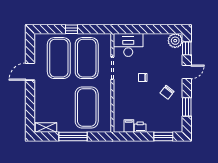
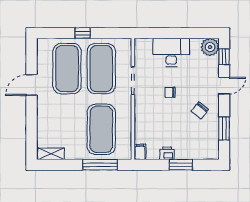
desk: (128, 45) -> (171, 52), moved
filing cabinet: (129, 126) -> (140, 152), moved
window: (73, 136) -> (100, 165), moved
window: (163, 136) -> (181, 165), moved

